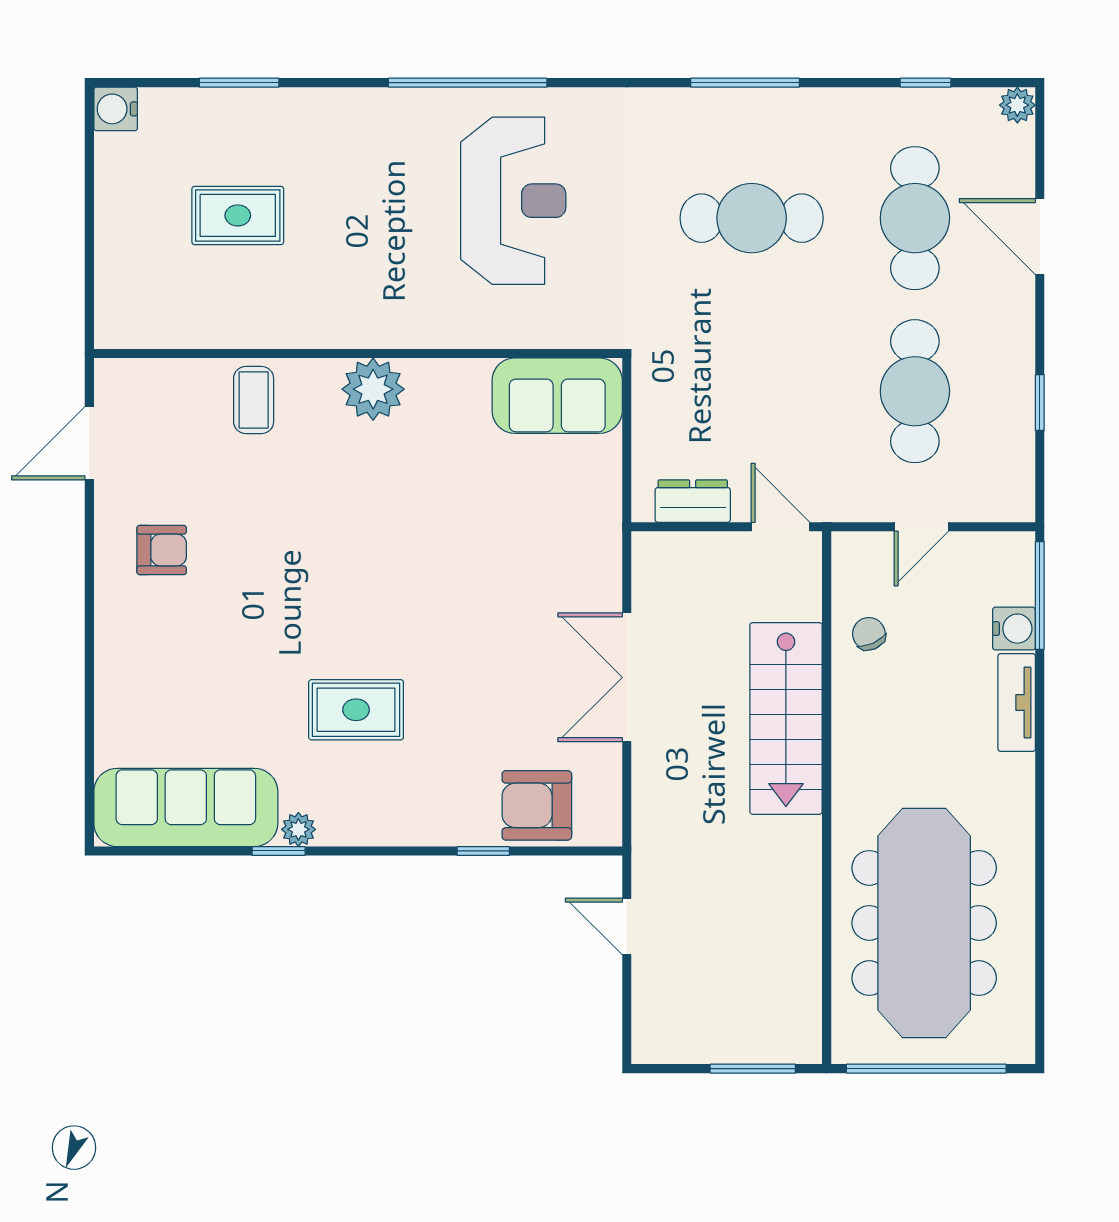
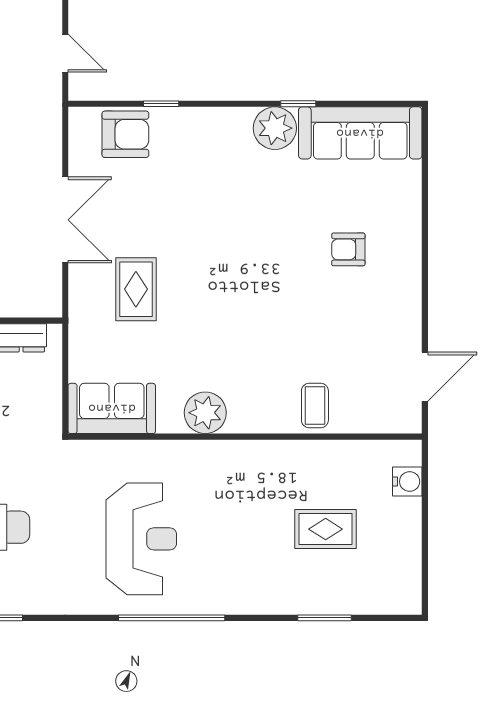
water cooler: (116, 109) -> (407, 482), moved
reception desk: (513, 201) -> (141, 539), turned 180
plant: (373, 389) -> (205, 413), moved
armchair: (162, 550) -> (348, 249), moved
rug: (356, 710) -> (136, 289), moved, turned 90
plant: (298, 829) -> (275, 128), width x1.88, depth x1.88

